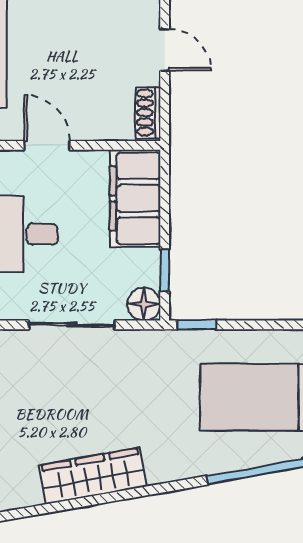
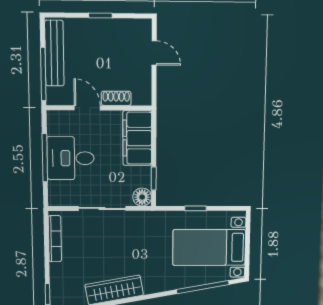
shoe rack: (148, 113) -> (116, 98), moved, turned 90
window: (197, 325) -> (196, 208), moved

